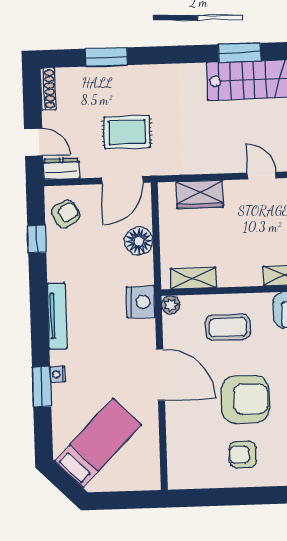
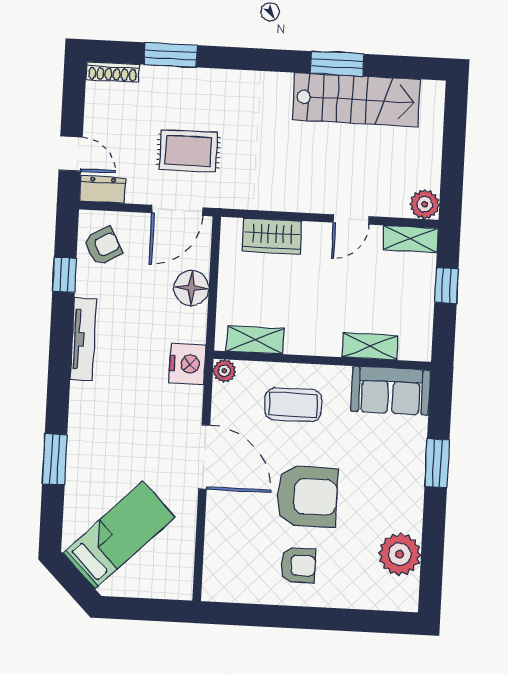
shoe rack: (48, 89) -> (113, 72), moved, turned 90
door: (261, 176) -> (351, 219), swing flipped
tv unit: (57, 316) -> (83, 339), moved
nightstand: (58, 374) -> (76, 445), removed
armchair: (243, 455) -> (298, 565), turned 180

